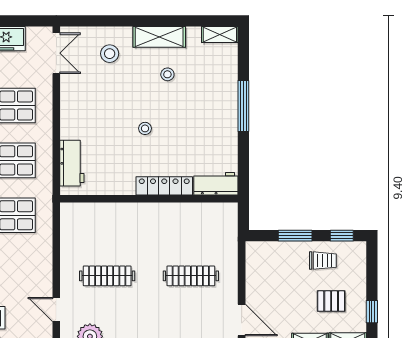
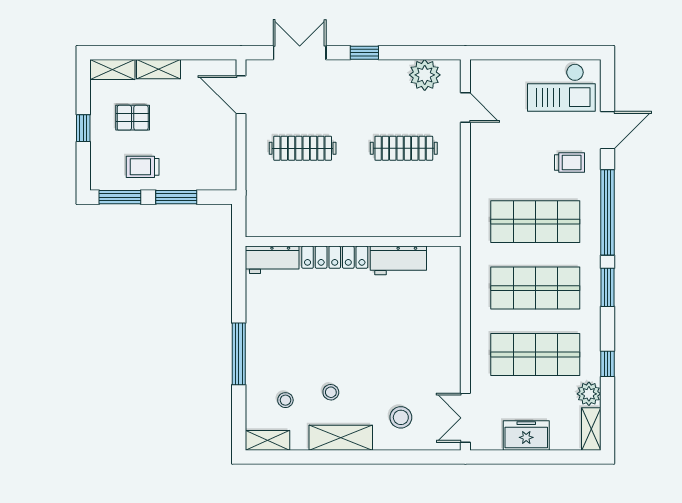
stool: (145, 128) -> (285, 400), moved
workbench: (72, 163) -> (398, 260), moved, turned -90
window: (342, 236) -> (120, 197), width x1.50
window: (372, 312) -> (83, 128), moved

